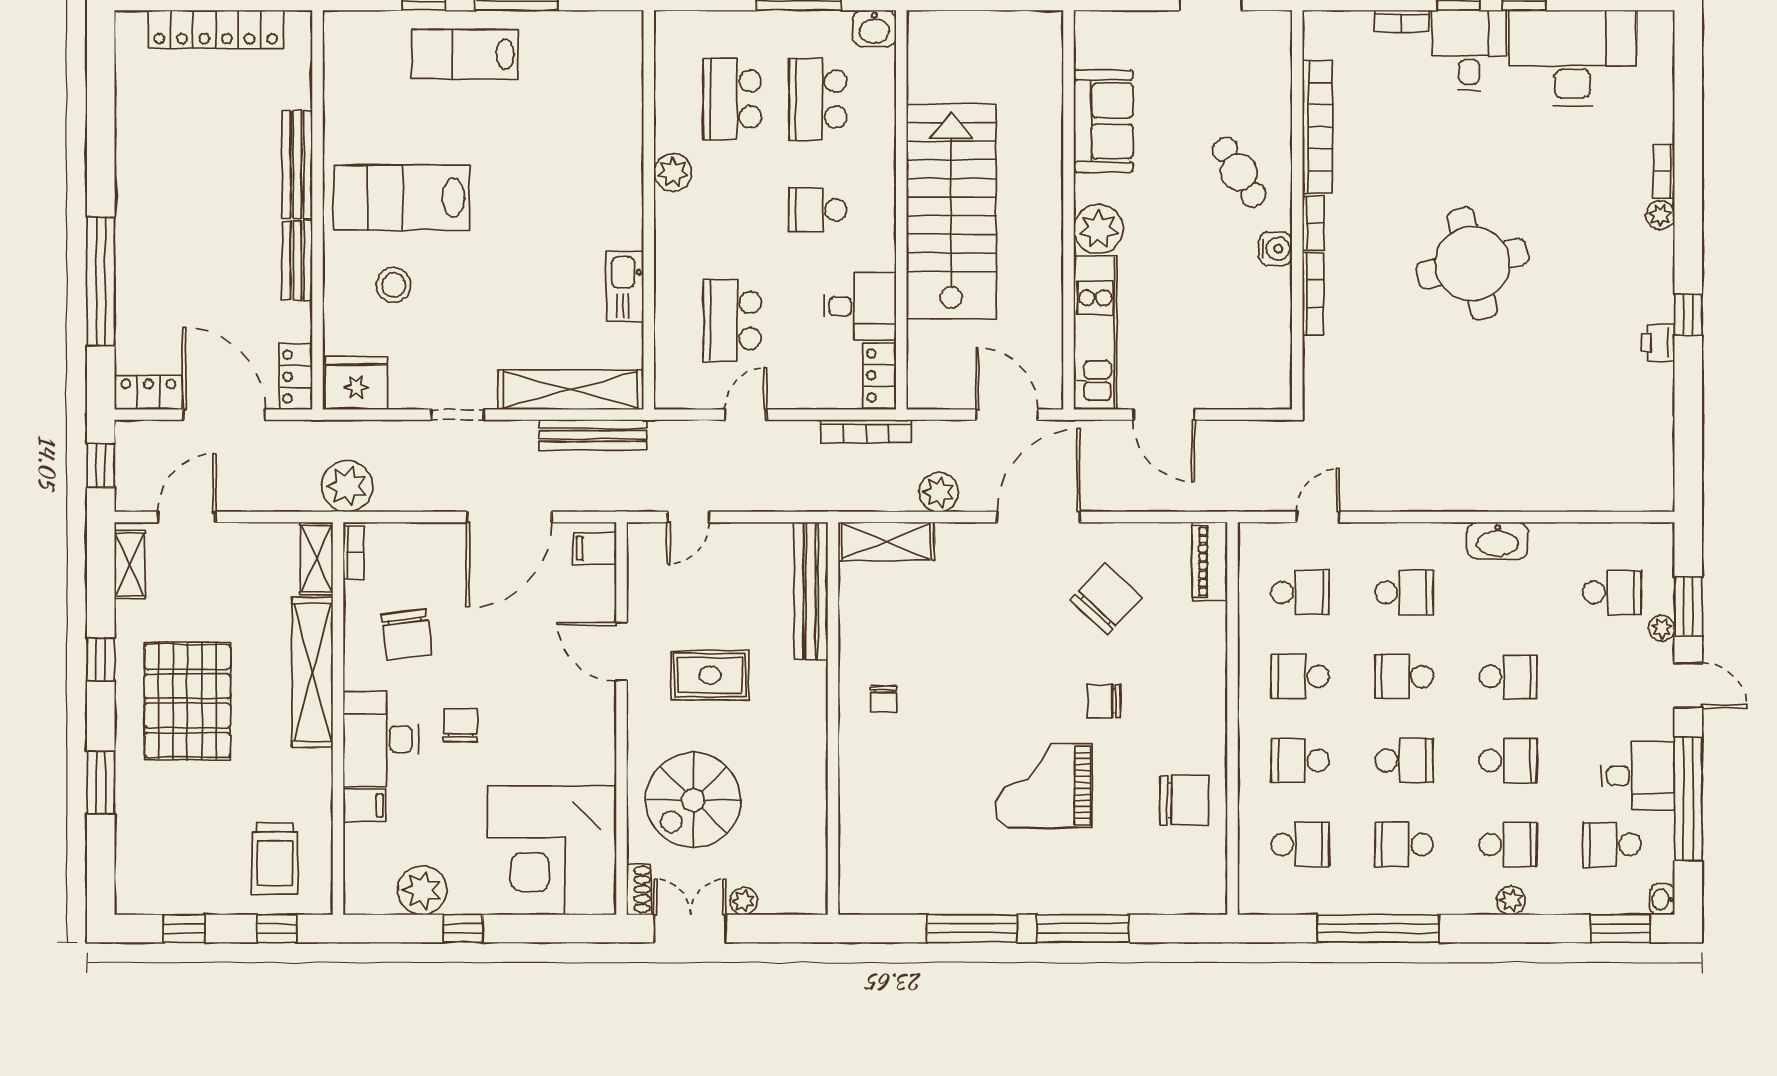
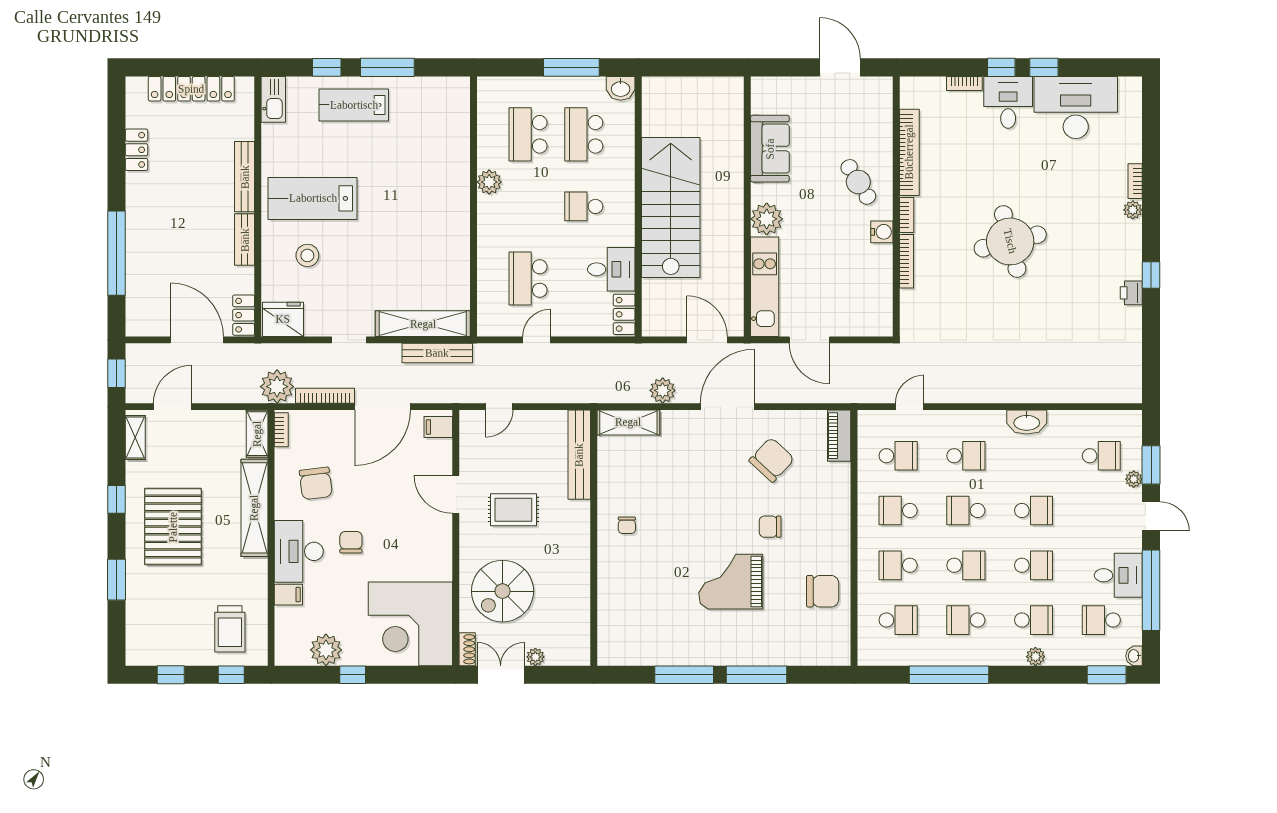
kitchen sink: (625, 287) -> (273, 99), moved, turned 180
locker: (148, 392) -> (137, 150), moved, turned 90
bookcase: (866, 431) -> (325, 396), moved, turned 180

